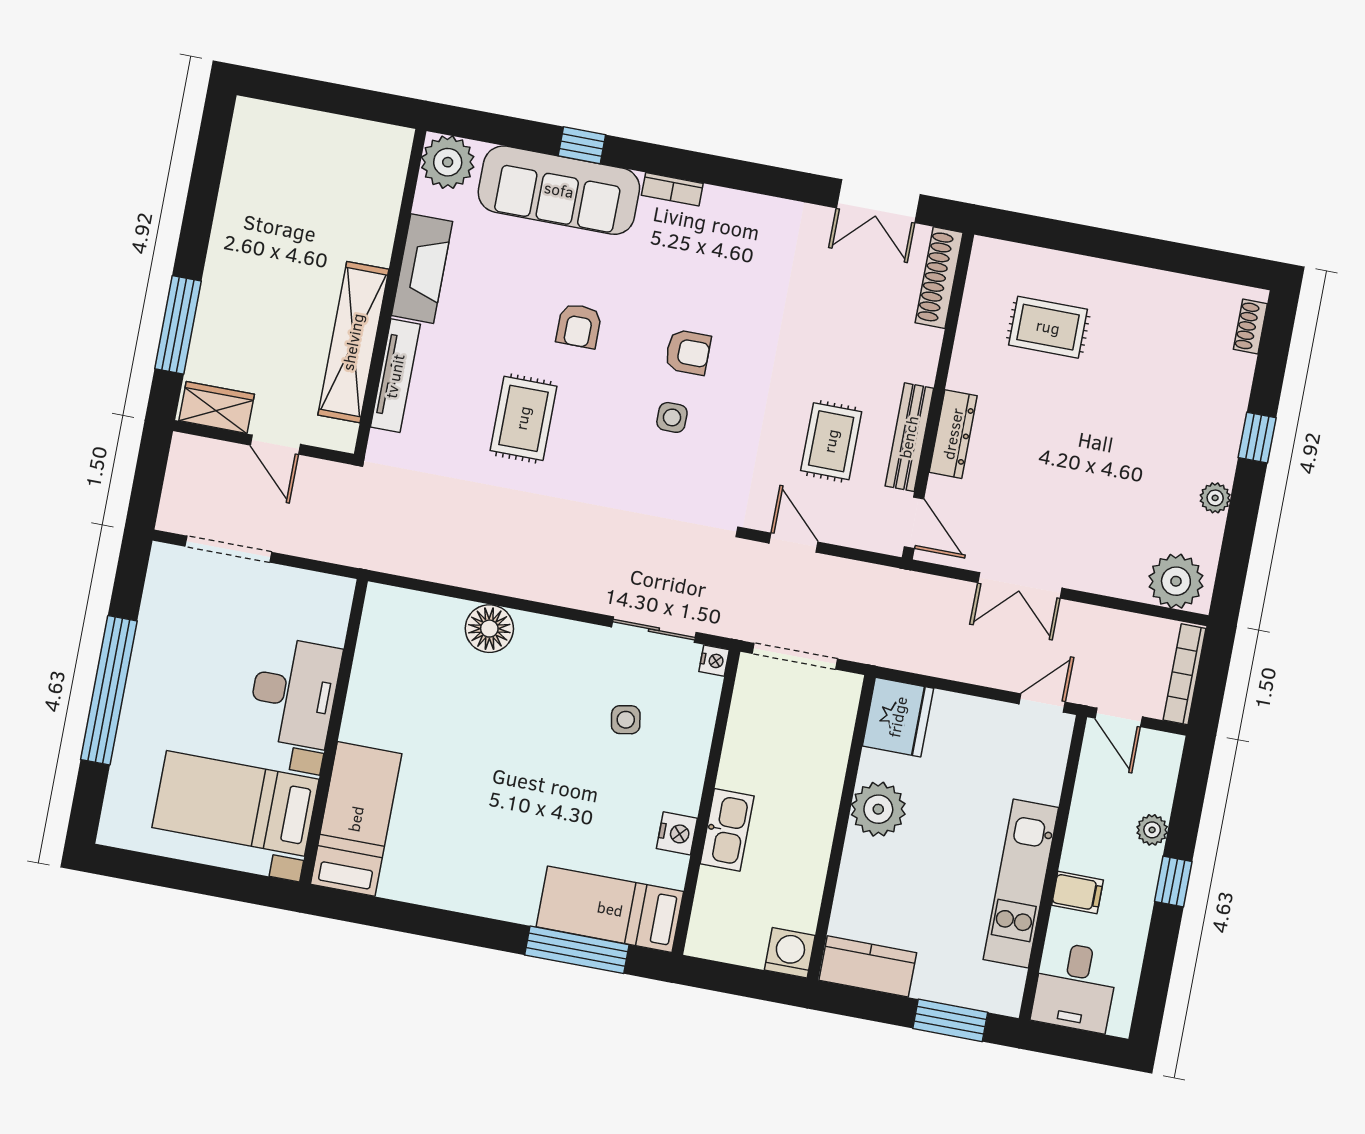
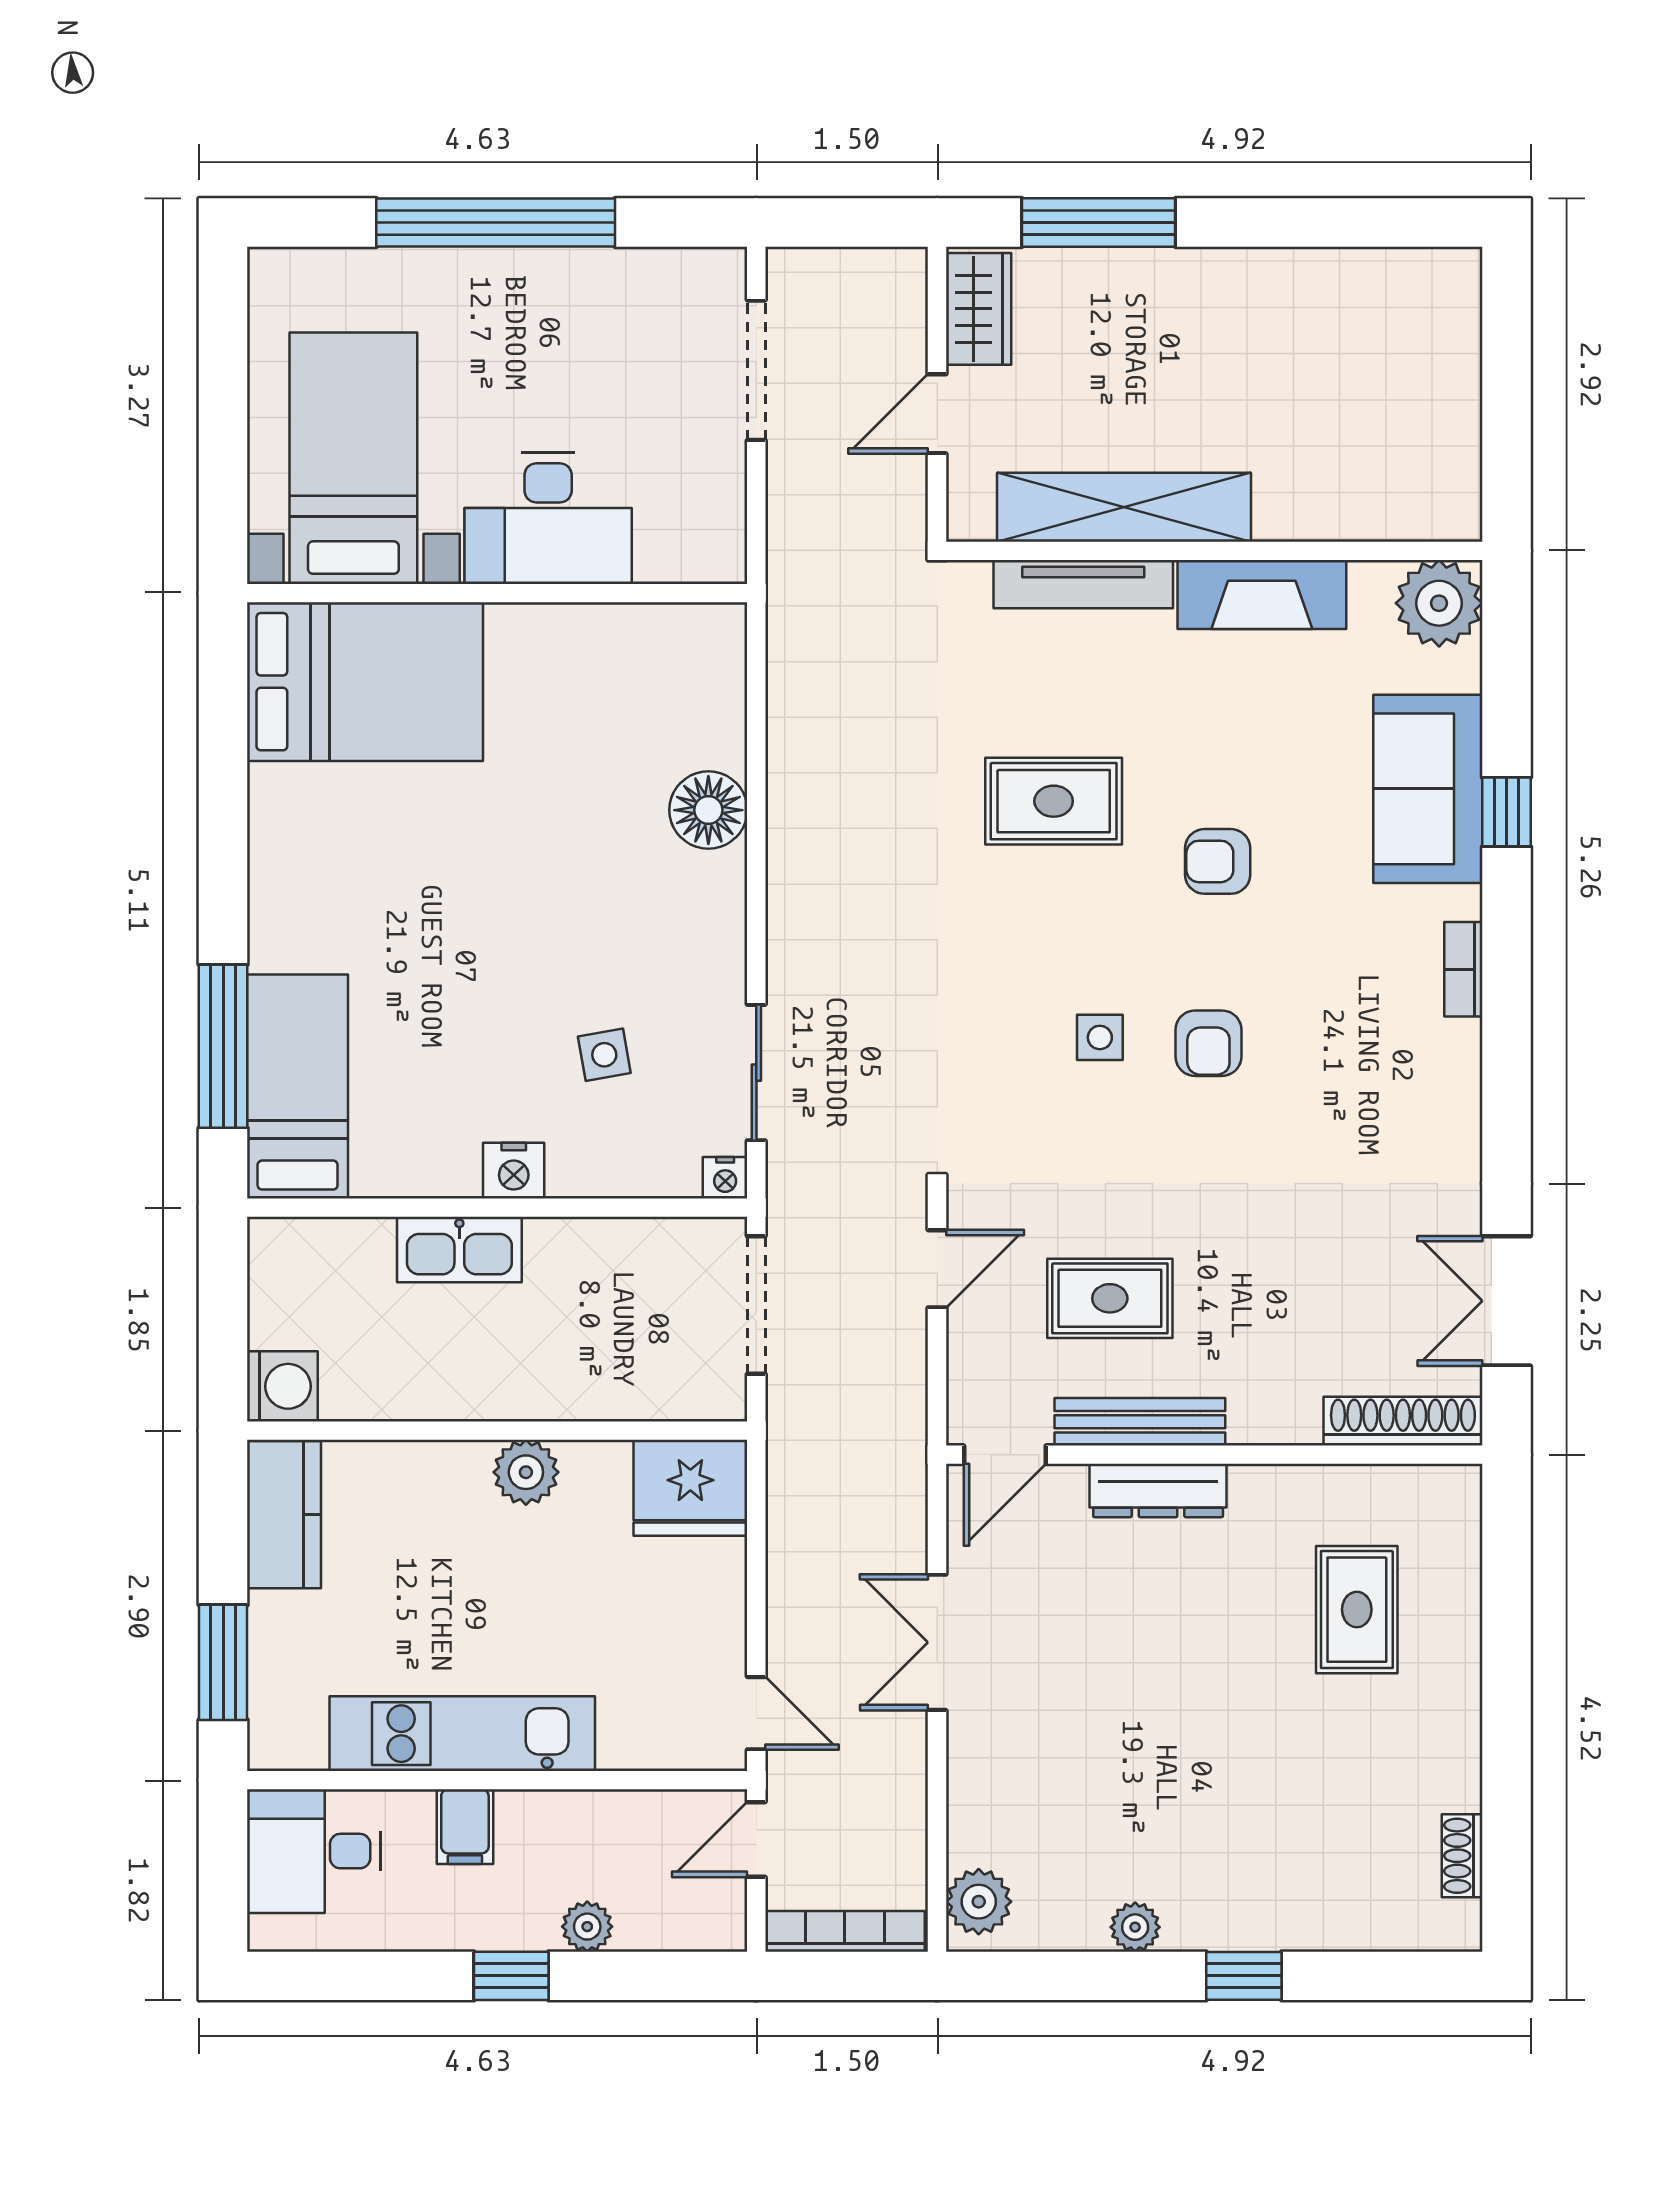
sofa: (559, 190) -> (1428, 789), width x0.73
shoe rack: (1250, 327) -> (1462, 1856), moved, turned -90
plant: (1176, 581) -> (979, 1902), width x0.73, depth x0.73
plant: (878, 809) -> (526, 1472), width x0.73, depth x0.73
bed: (356, 819) -> (365, 682), width x1.50
nightstand: (677, 833) -> (514, 1171), moved

